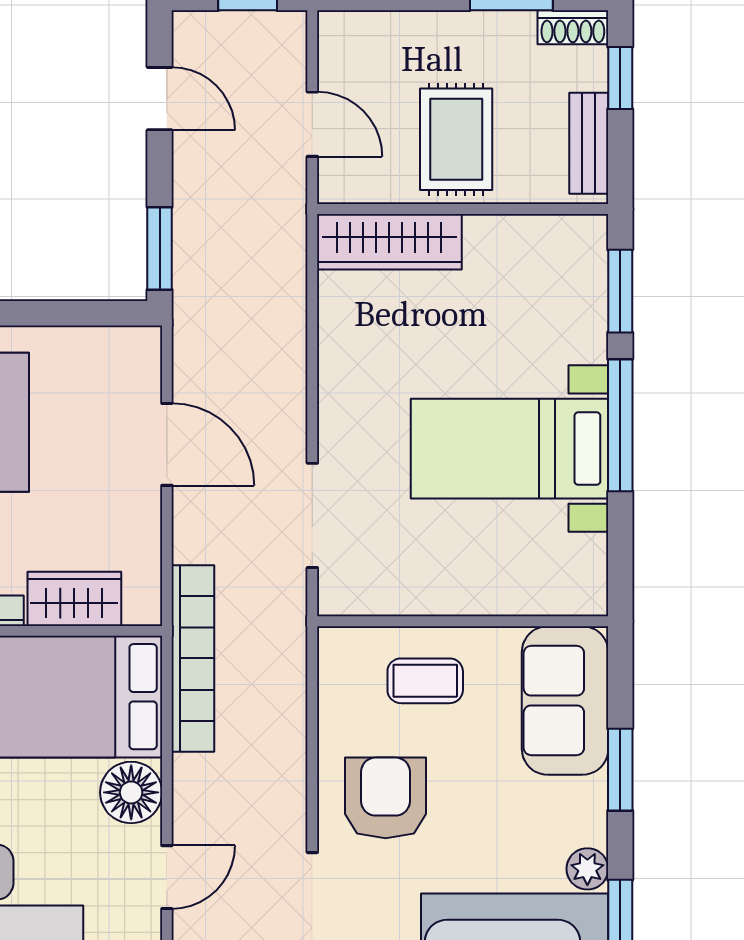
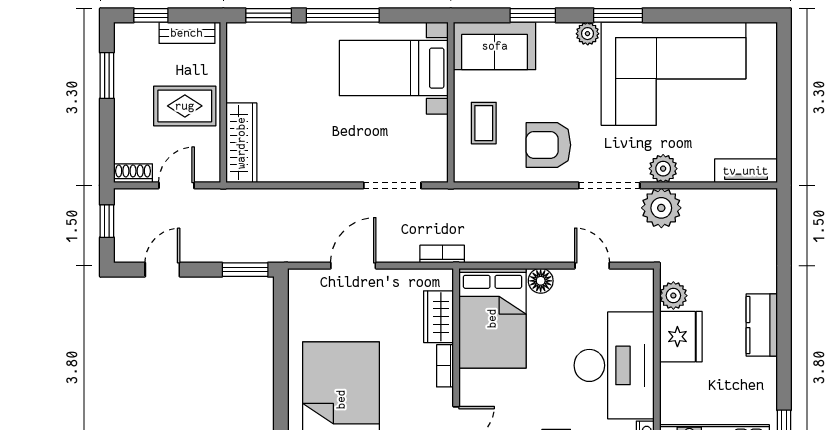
shoe rack: (573, 27) -> (133, 173), moved, turned -90
bed with nightstands: (510, 449) -> (394, 68), moved, turned 90
bookcase: (193, 658) -> (442, 254), width x0.43, depth x0.76
floor lamp: (131, 792) -> (541, 281), width x0.73, depth x0.73

